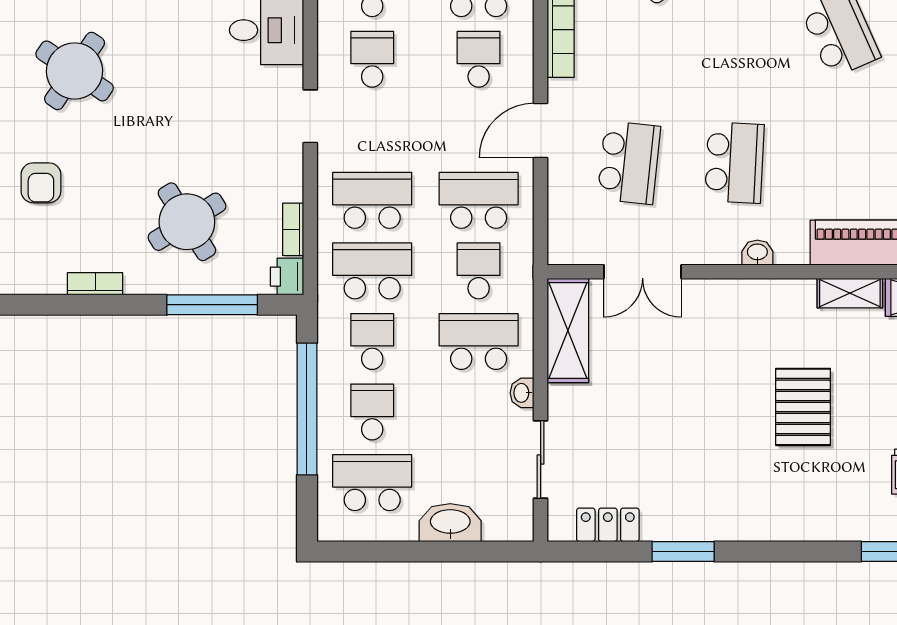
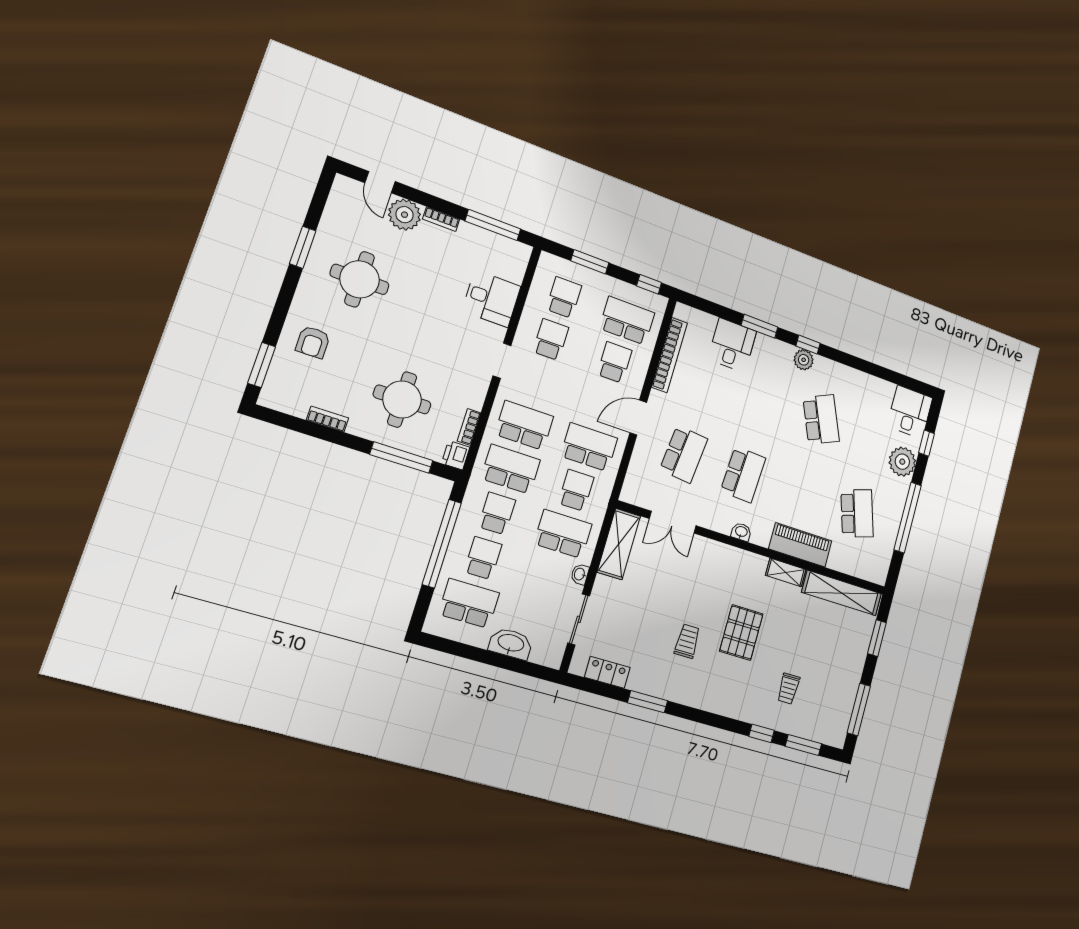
round table: (75, 71) -> (360, 279), turned -34
round table: (187, 222) -> (402, 399), turned 32
trolley: (719, 444) -> (687, 641), added

